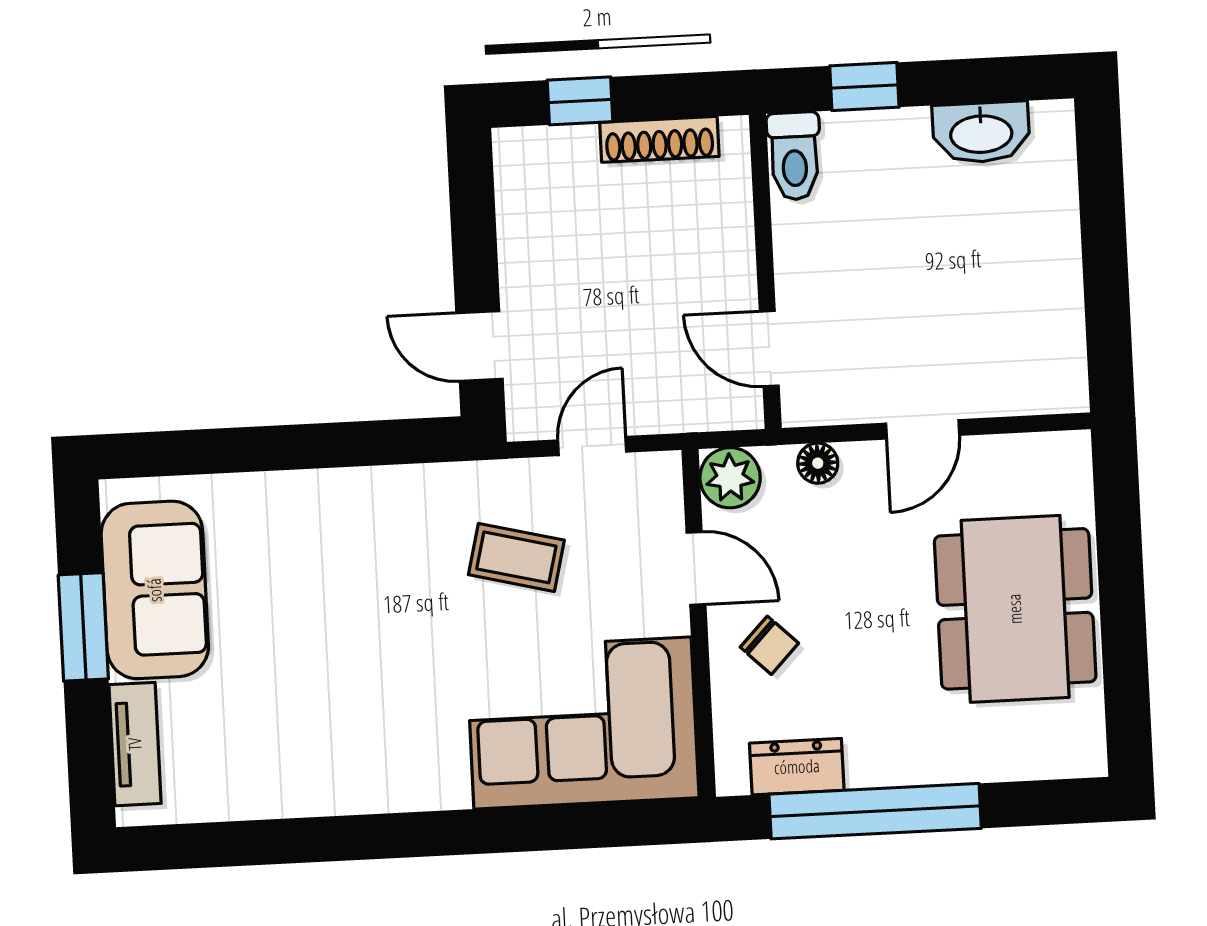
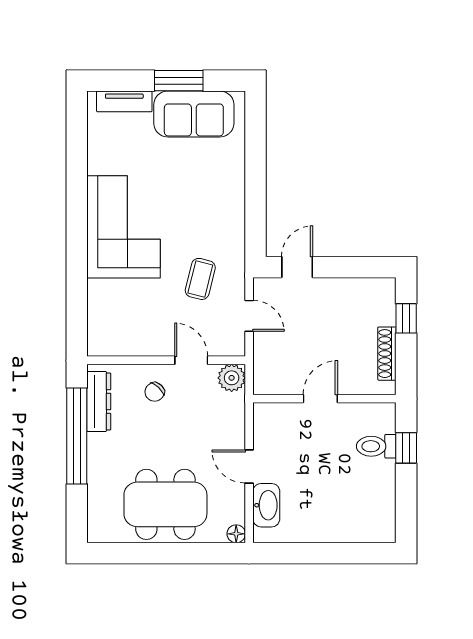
washbasin: (981, 132) -> (266, 505), moved, turned 180
toilet: (794, 156) -> (376, 446), moved
door: (769, 349) -> (320, 399), moved
floor lamp: (818, 463) -> (236, 534), moved
door: (696, 568) -> (191, 360), swing flipped
corner sofa: (583, 723) -> (124, 227), moved
dresser: (797, 767) -> (99, 401), width x1.44

